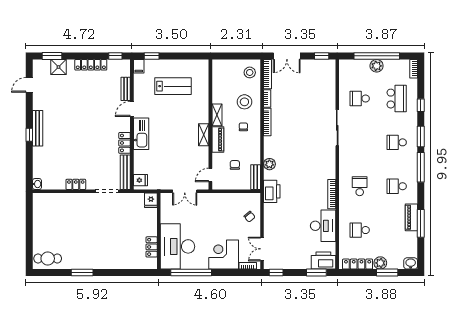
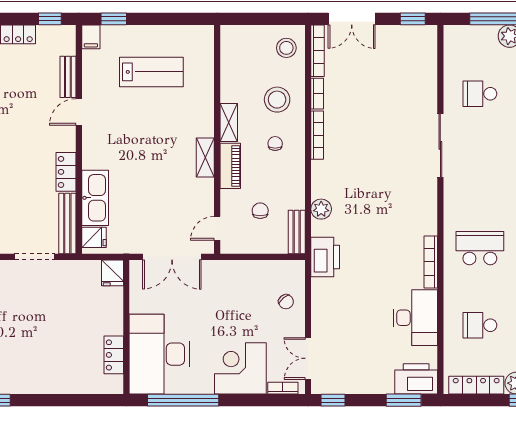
kitchen sink: (141, 134) -> (95, 198), moved
school desk: (360, 186) -> (480, 248), width x1.85
double door: (185, 191) -> (172, 257), width x1.37

